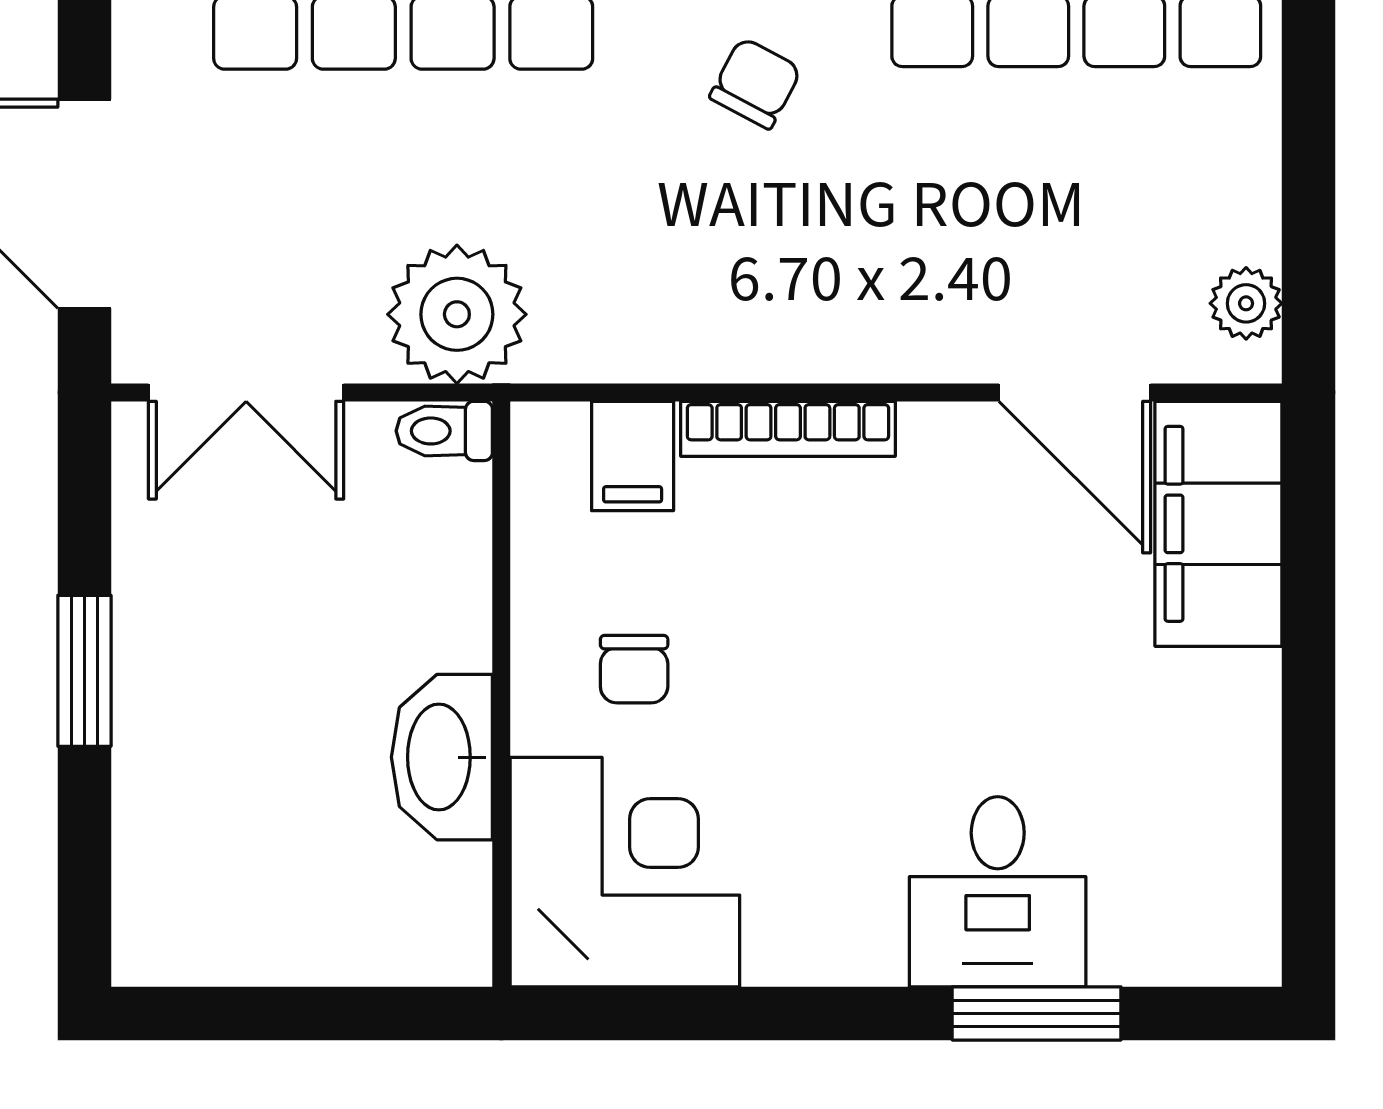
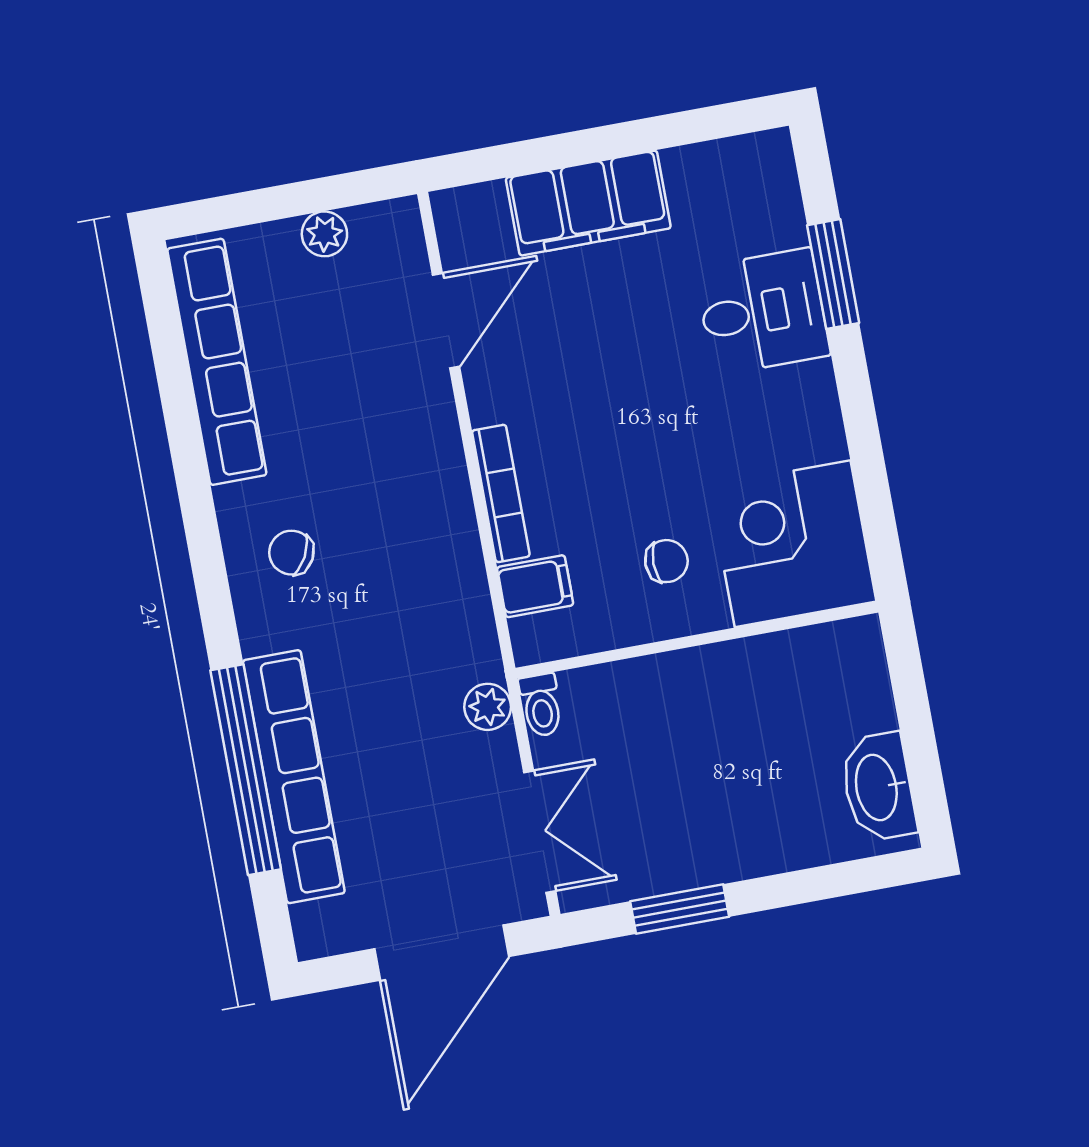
plant: (1246, 303) -> (324, 234), moved
plant: (457, 314) -> (488, 707), width x0.53, depth x0.53
filing cabinet: (1218, 524) -> (588, 203), moved
window: (84, 671) -> (680, 909), moved
washbasin: (442, 757) -> (878, 787), moved, turned 90

